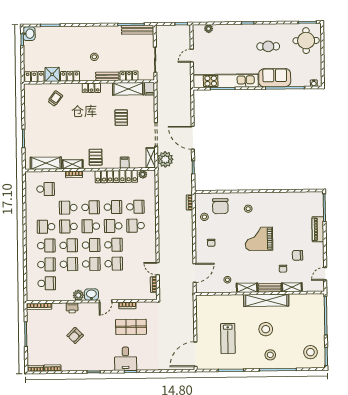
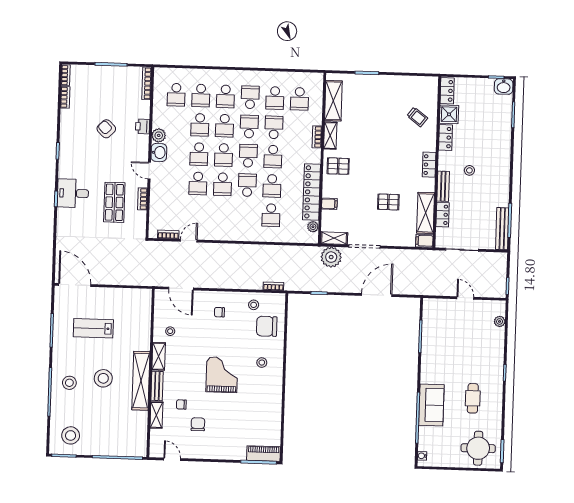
kitchen unit: (226, 81) -> (430, 341), removed
door: (193, 138) -> (377, 295), moved
school desk: (136, 226) -> (275, 98), moved, turned 180
piano: (318, 229) -> (264, 454), moved

